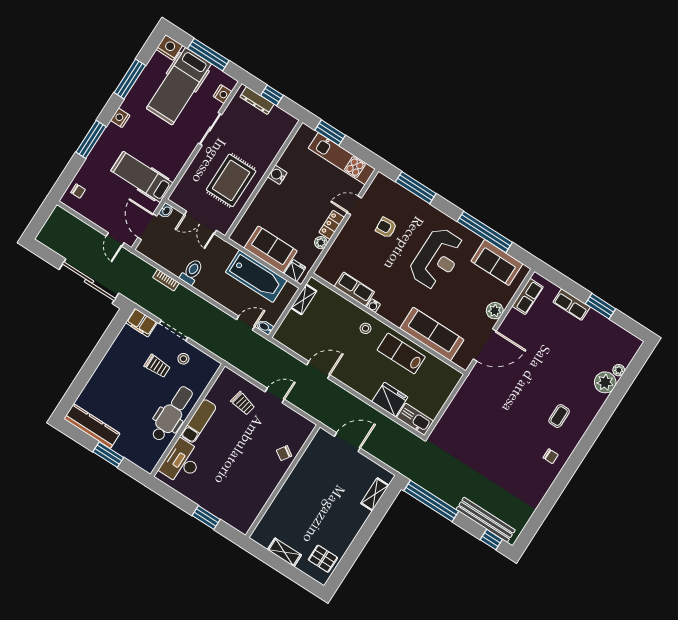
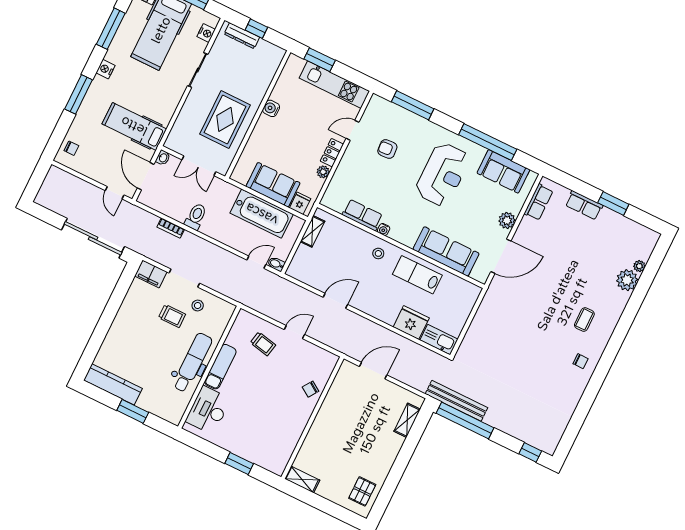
bench: (486, 520) -> (456, 401), moved
shelving: (284, 552) -> (302, 479), moved
pallet: (323, 559) -> (362, 491), turned 90

